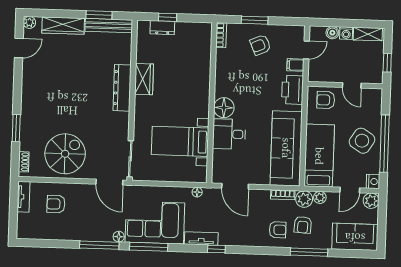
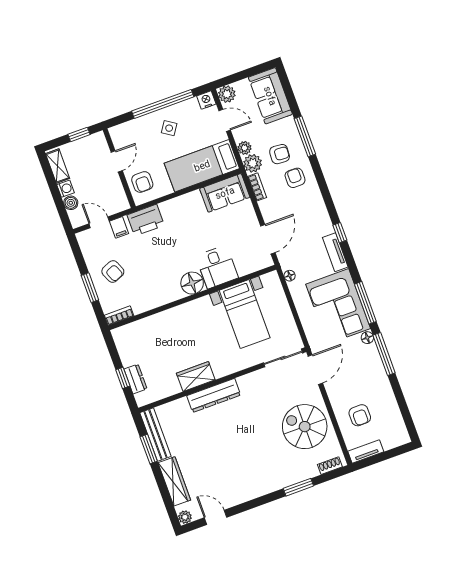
side table: (362, 141) -> (169, 128), width x0.54, depth x0.54
sofa: (286, 148) -> (225, 193), width x0.54, depth x0.79

